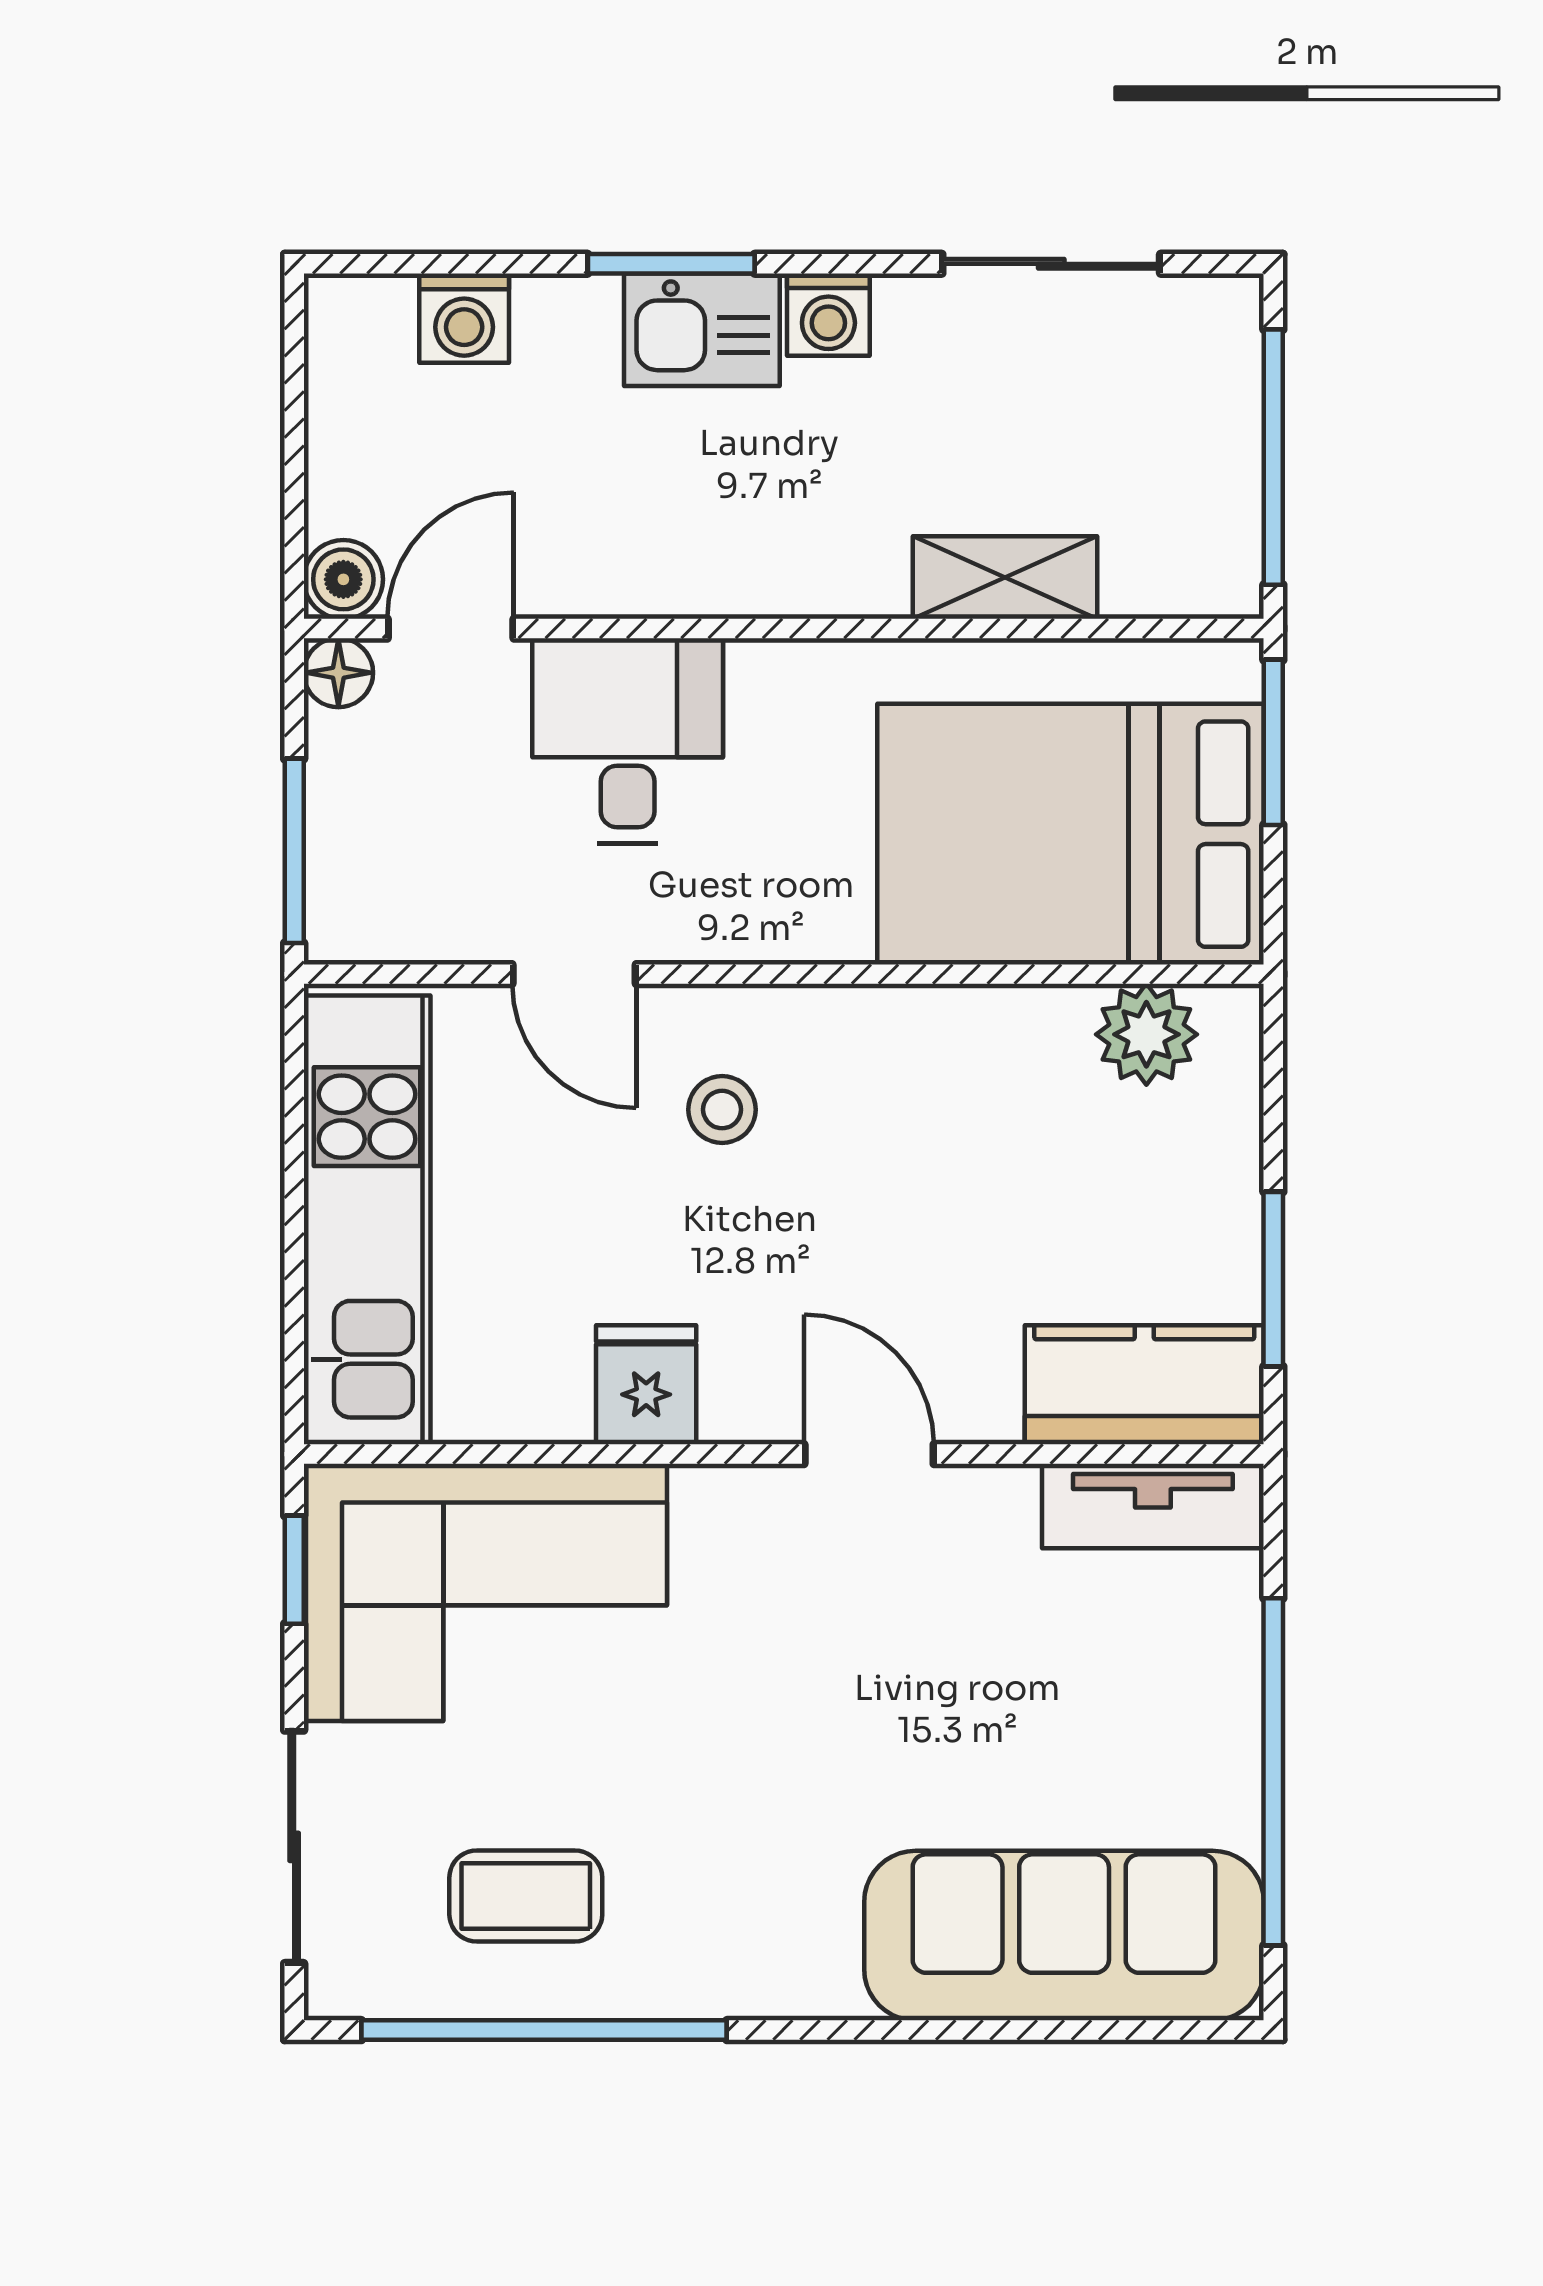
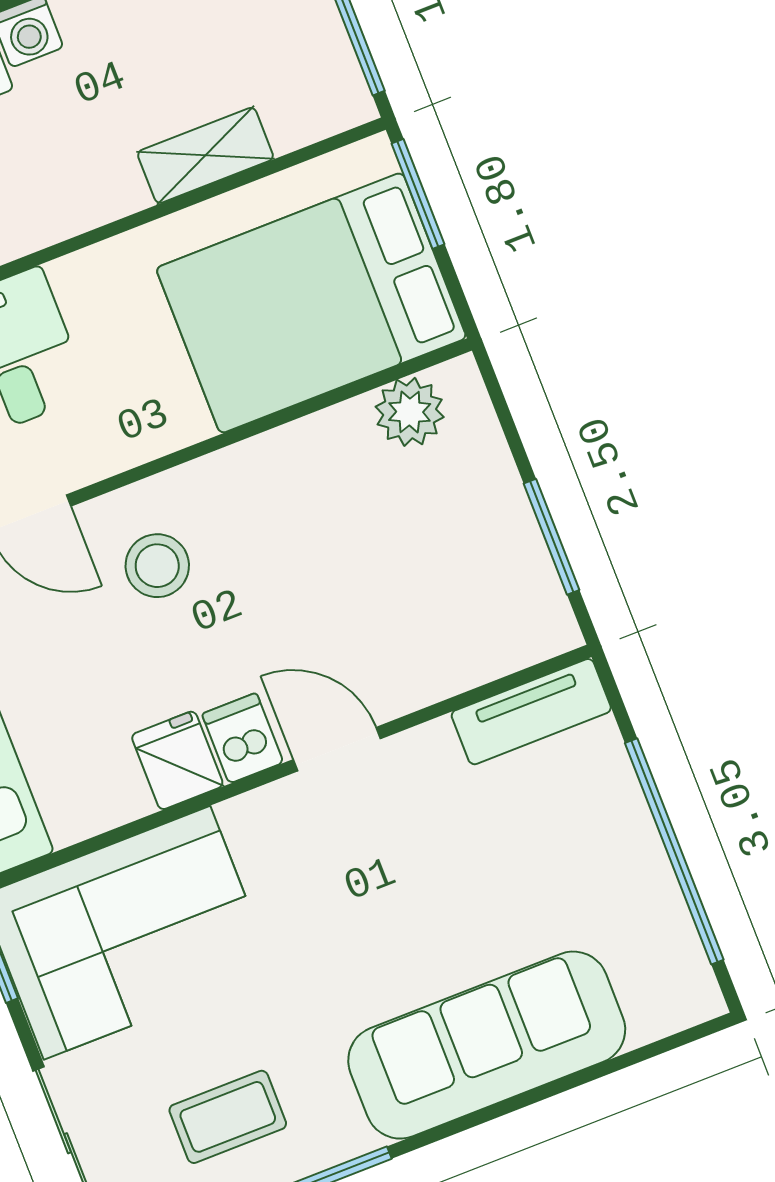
stool: (722, 1110) -> (157, 566), width x1.37, depth x1.37
kitchen counter: (1144, 1385) -> (495, 636), removed
dishwasher: (747, 1389) -> (243, 738), added
sofa: (1064, 1936) -> (487, 1045), moved

